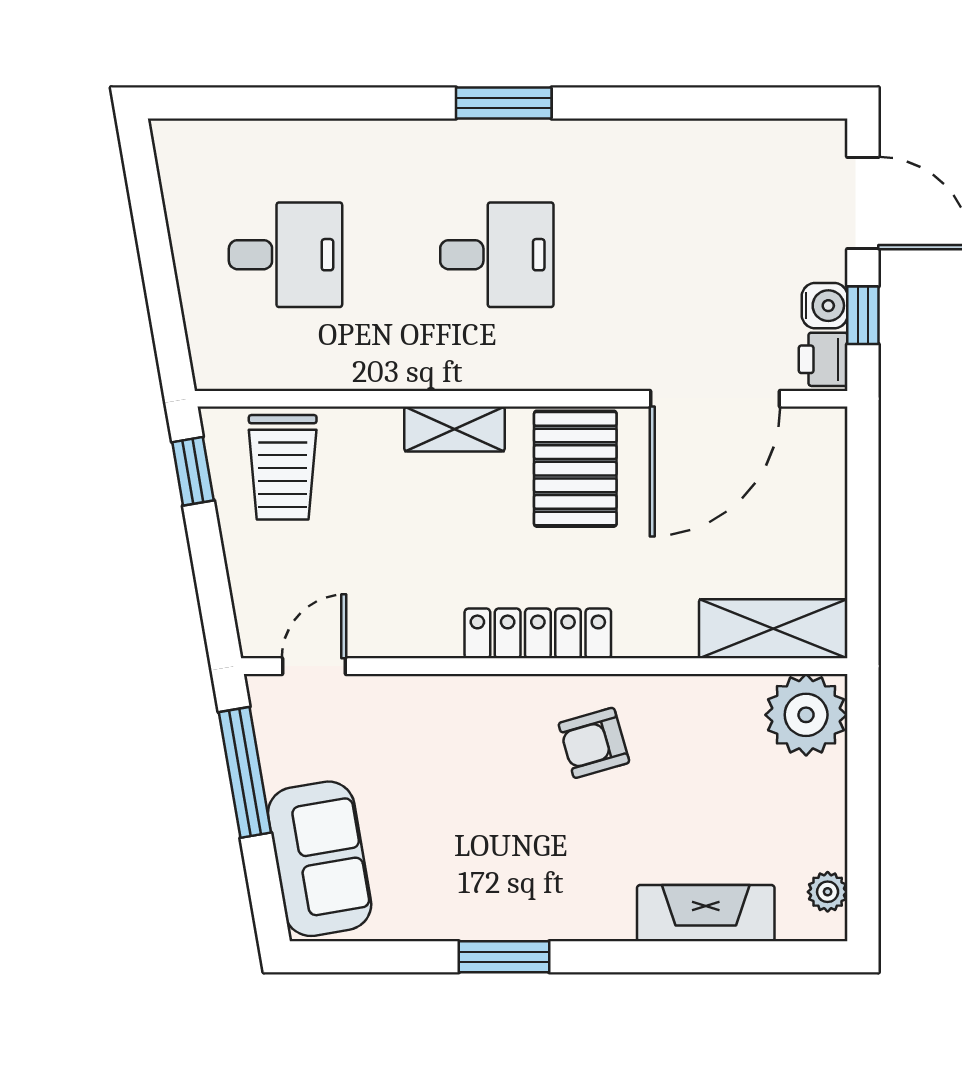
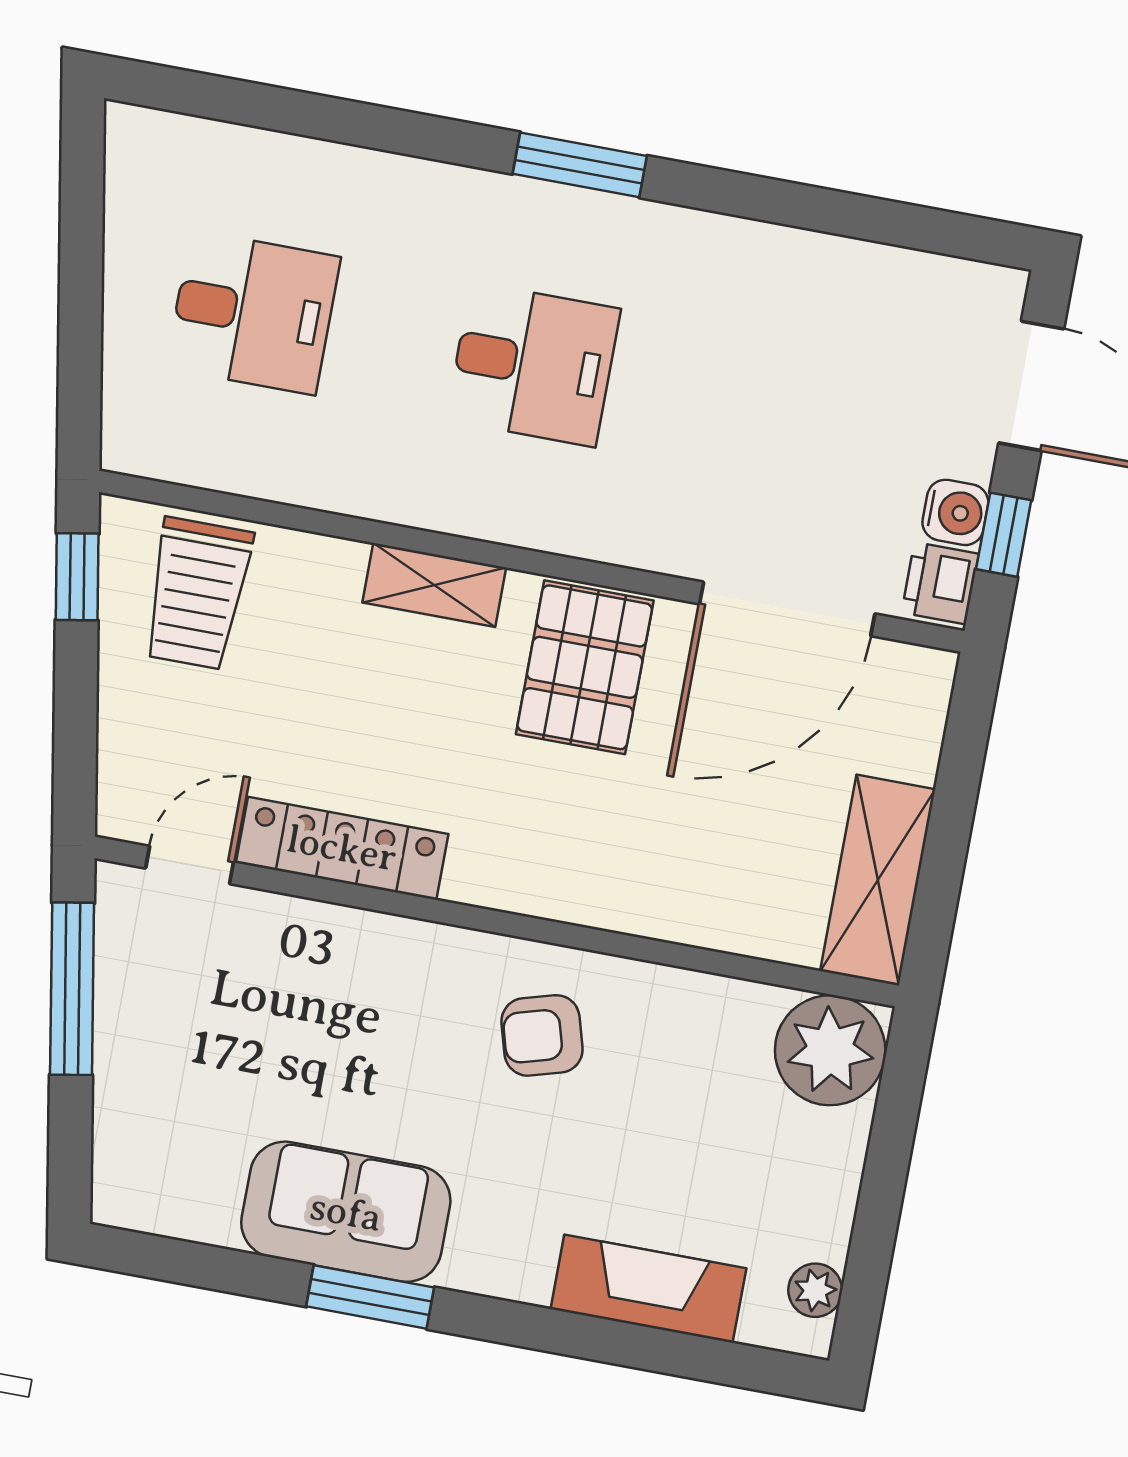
shelving: (773, 629) -> (878, 880), moved, turned 90
locker: (538, 633) -> (342, 848), moved
sofa: (320, 859) -> (346, 1212), moved, turned -80

